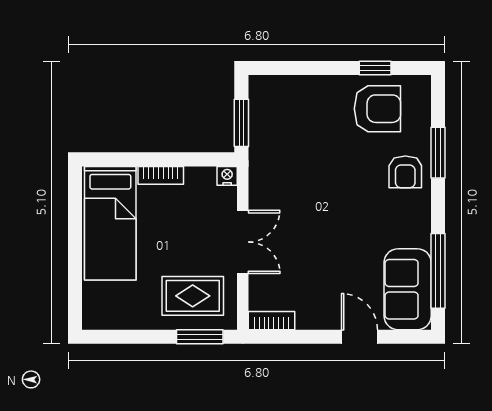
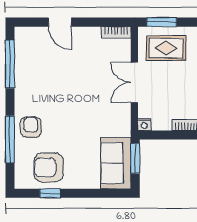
window: (438, 153) -> (10, 139), width x1.44
sofa: (408, 289) -> (116, 163), moved, turned 180

